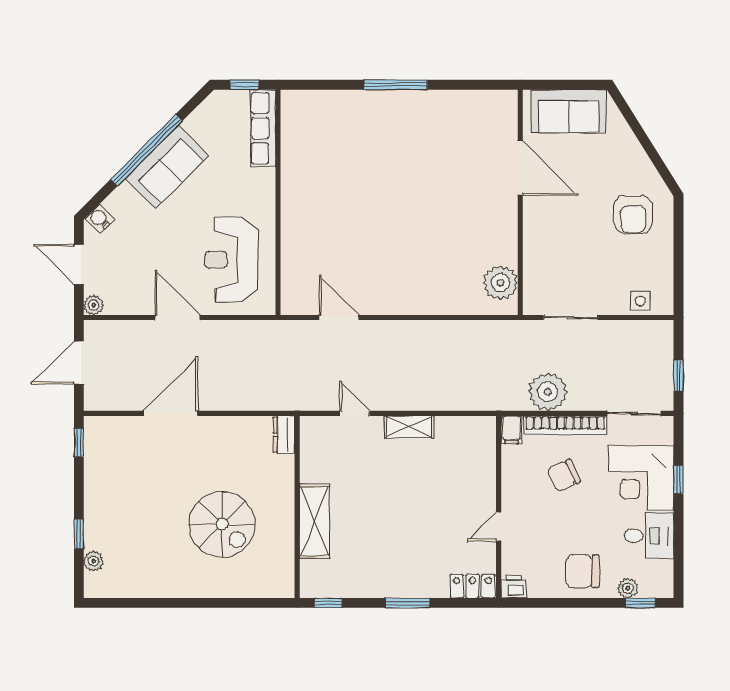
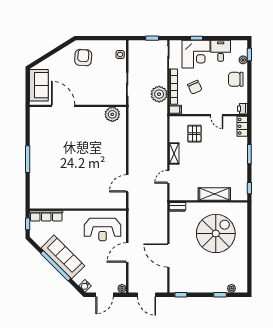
sofa: (167, 167) -> (63, 257), width x1.36
door: (520, 168) -> (63, 106), hinge flipped
armchair: (633, 214) -> (83, 58), turned -86
pallet: (455, 475) -> (194, 134), added
spiral stairs: (222, 524) -> (216, 233), width x1.37, depth x1.37
chair: (582, 571) -> (236, 79), turned 90

